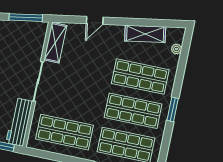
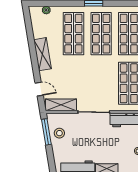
door: (95, 20) -> (39, 89), moved
stool: (21, 33) -> (59, 133), added
shelving: (145, 34) -> (43, 54), moved

